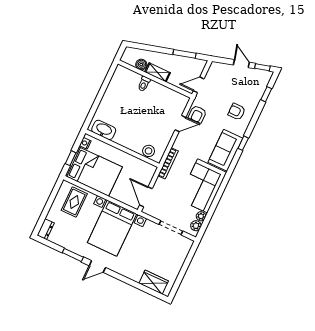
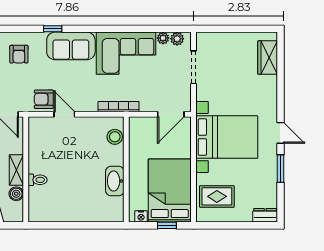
armchair: (197, 114) -> (44, 99), turned 180
washbasin: (104, 130) -> (115, 181), moved

